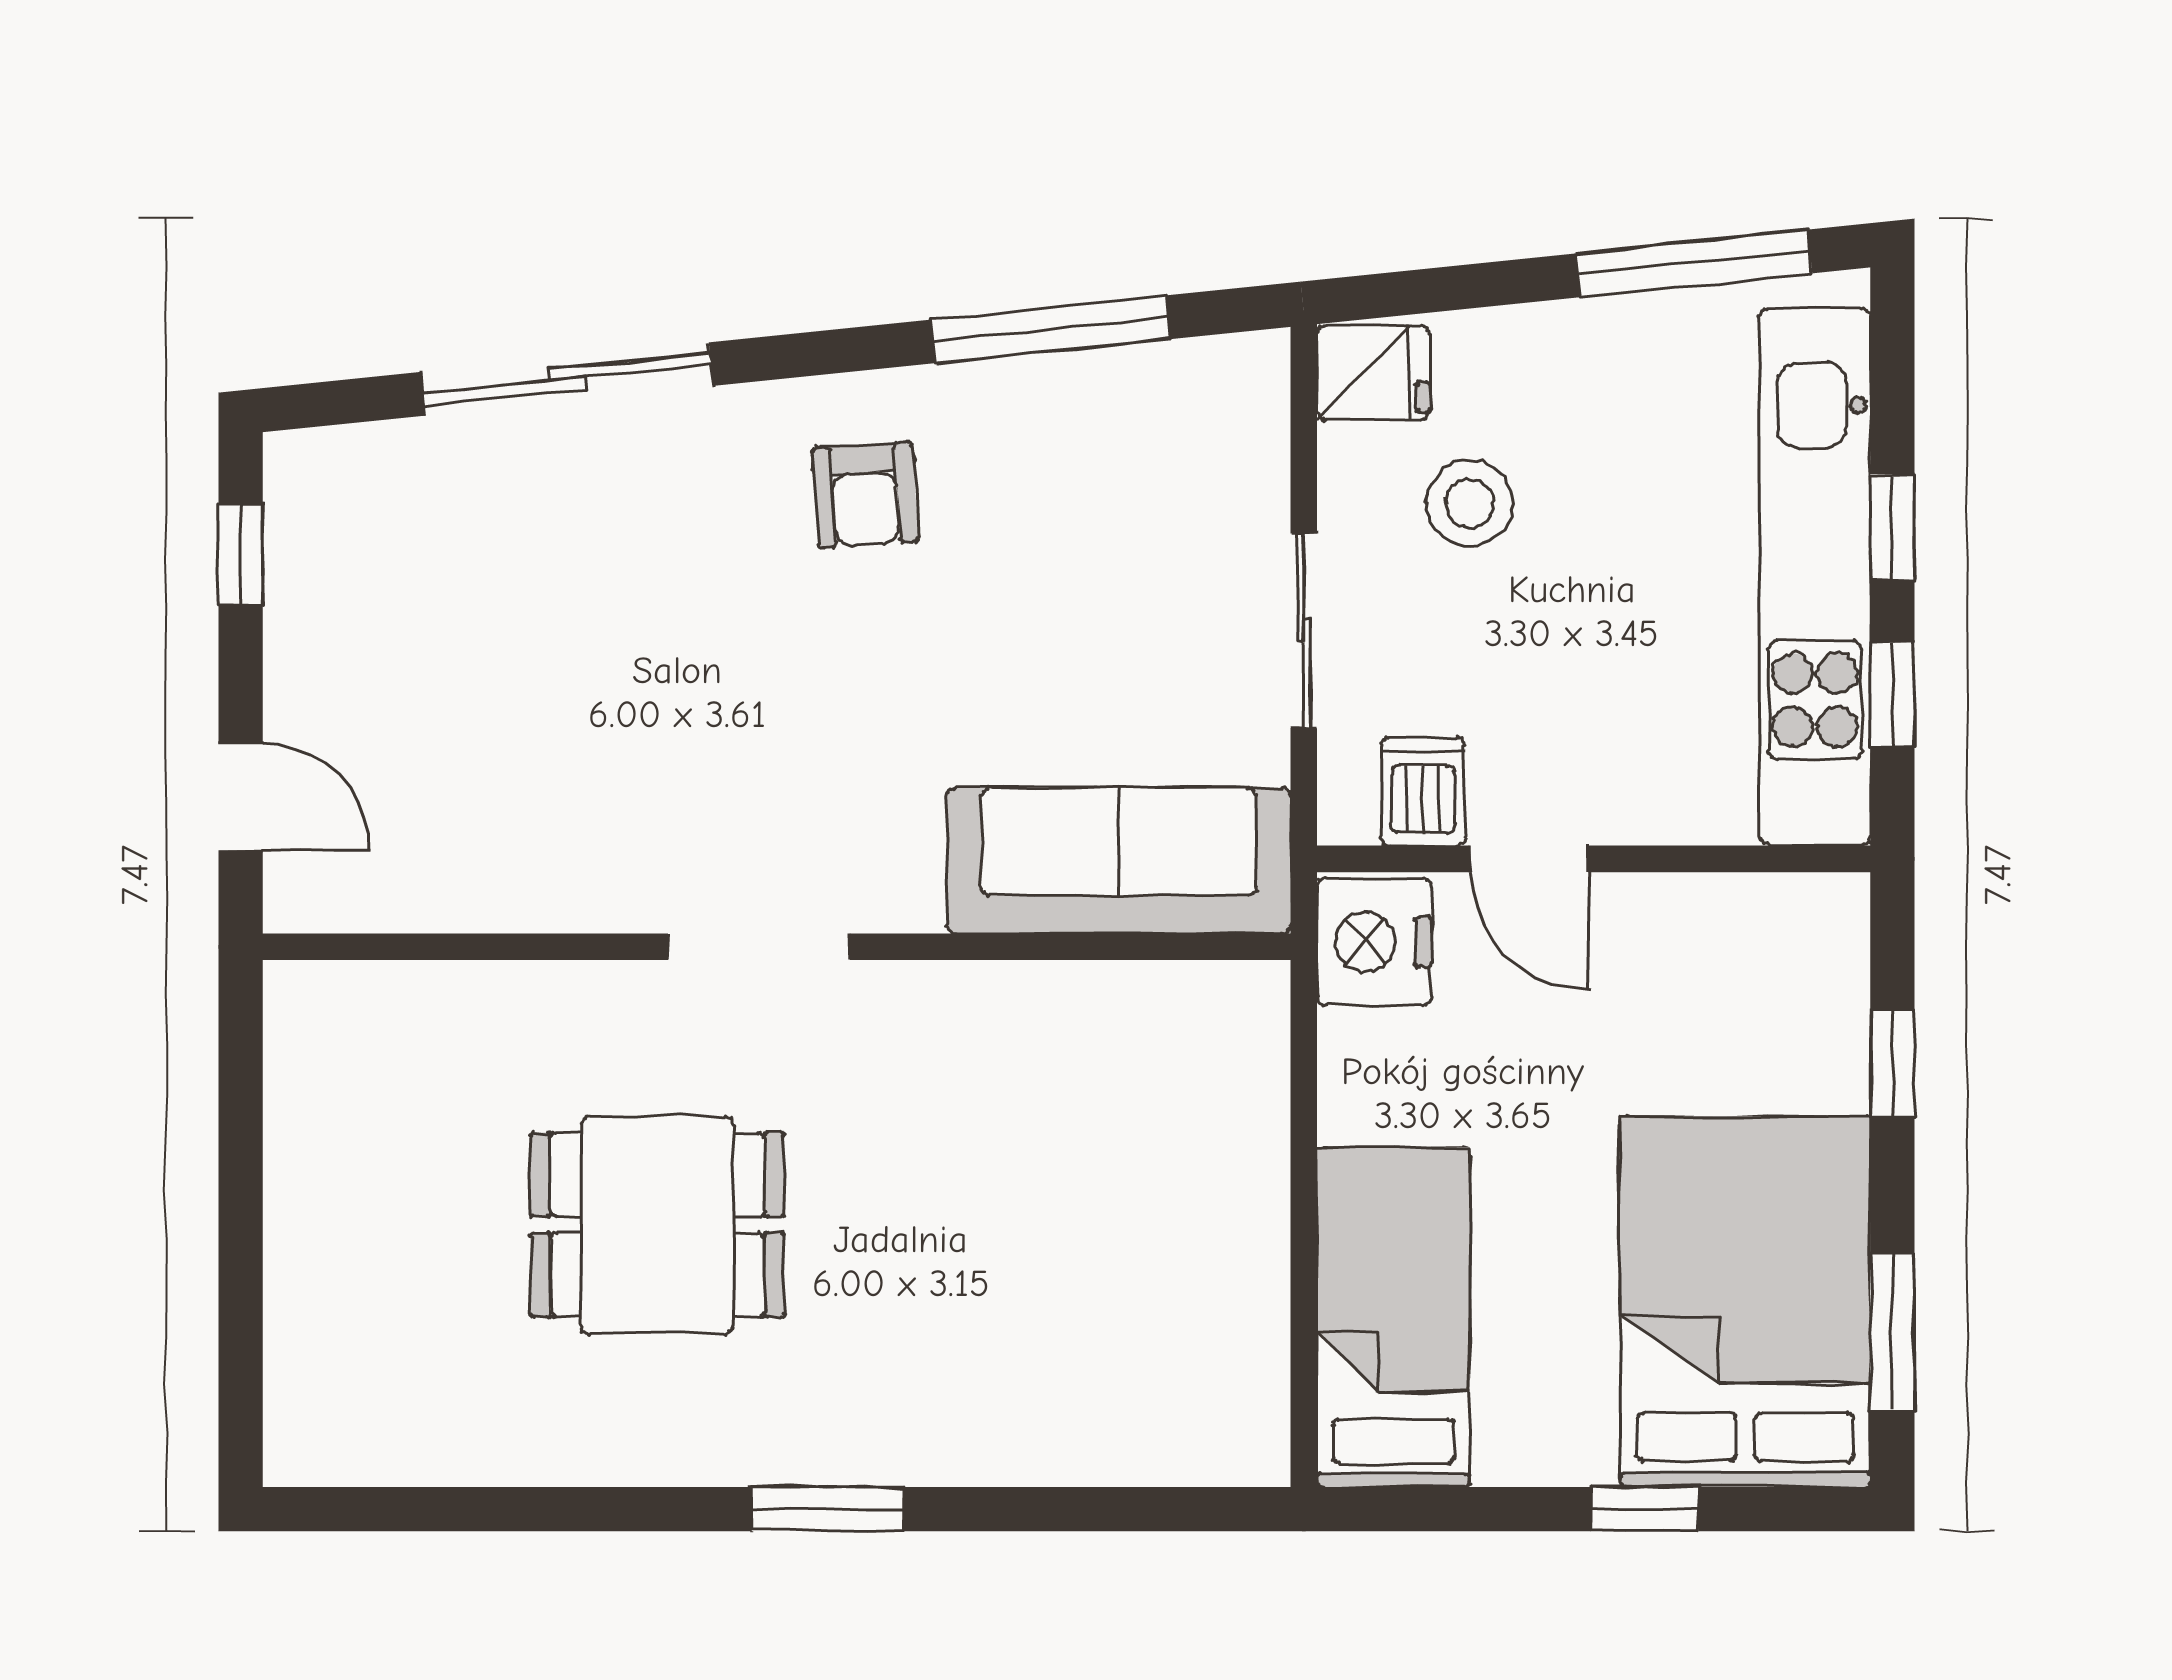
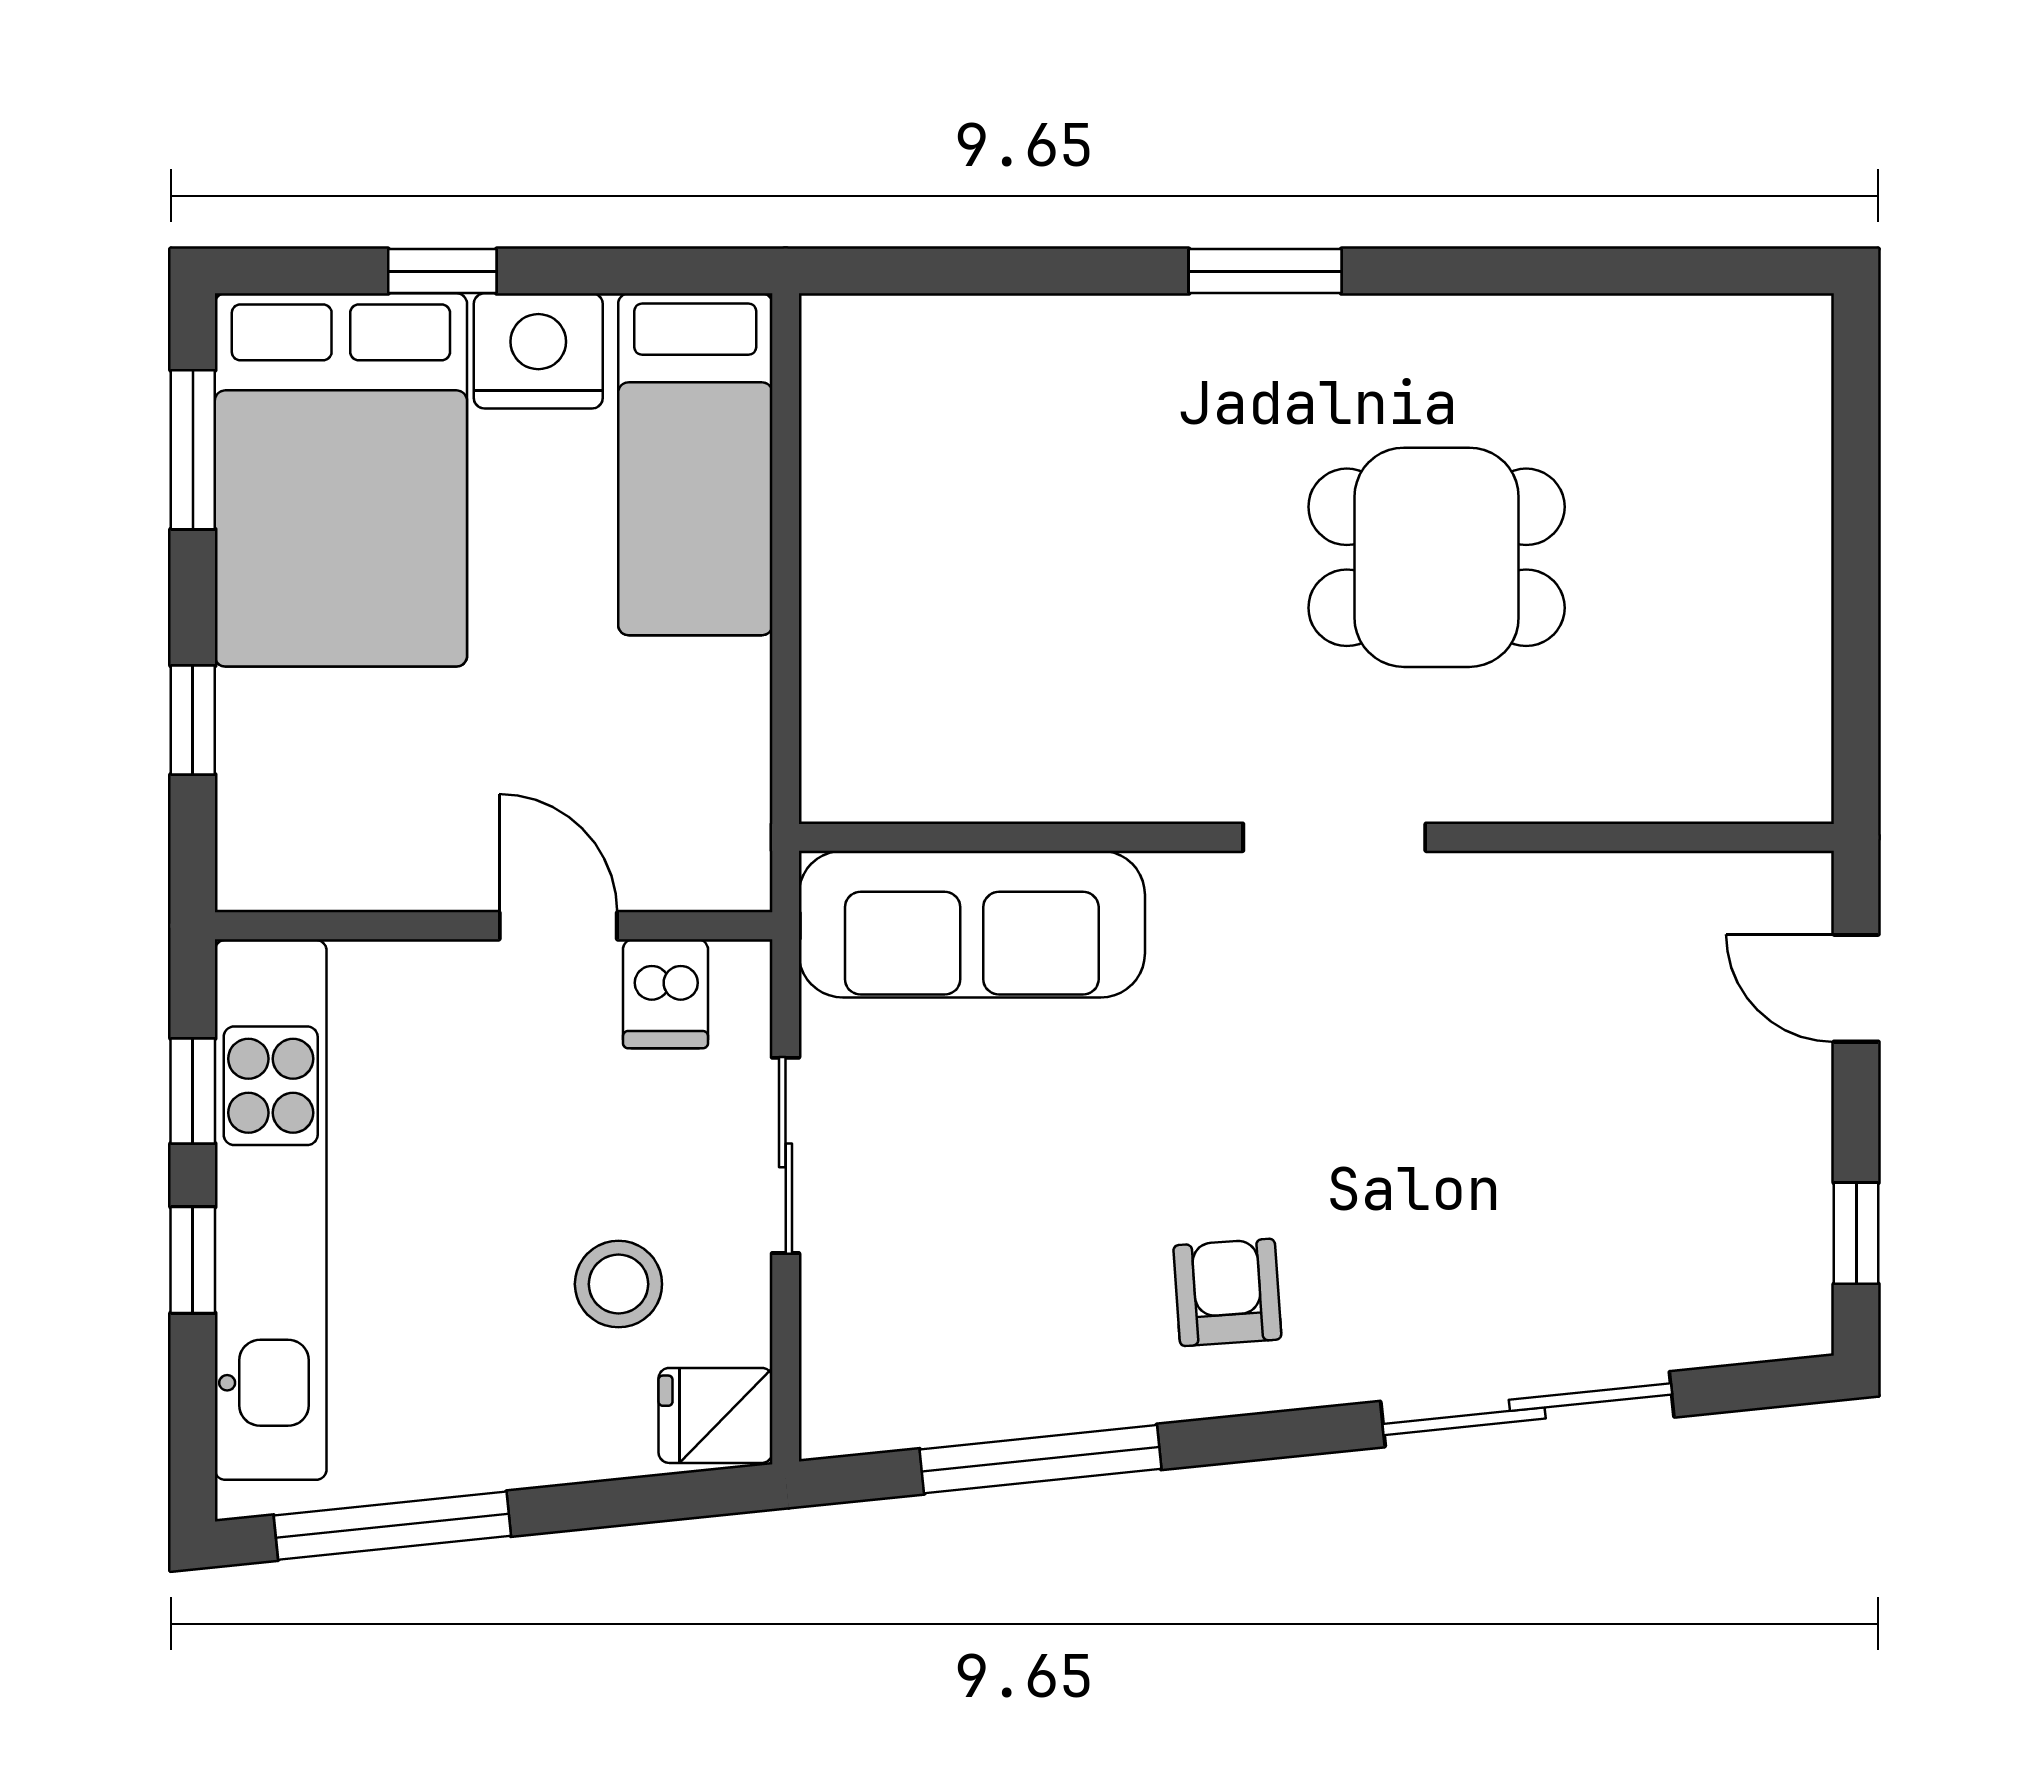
nightstand: (1374, 942) -> (538, 351), moved, turned -90

